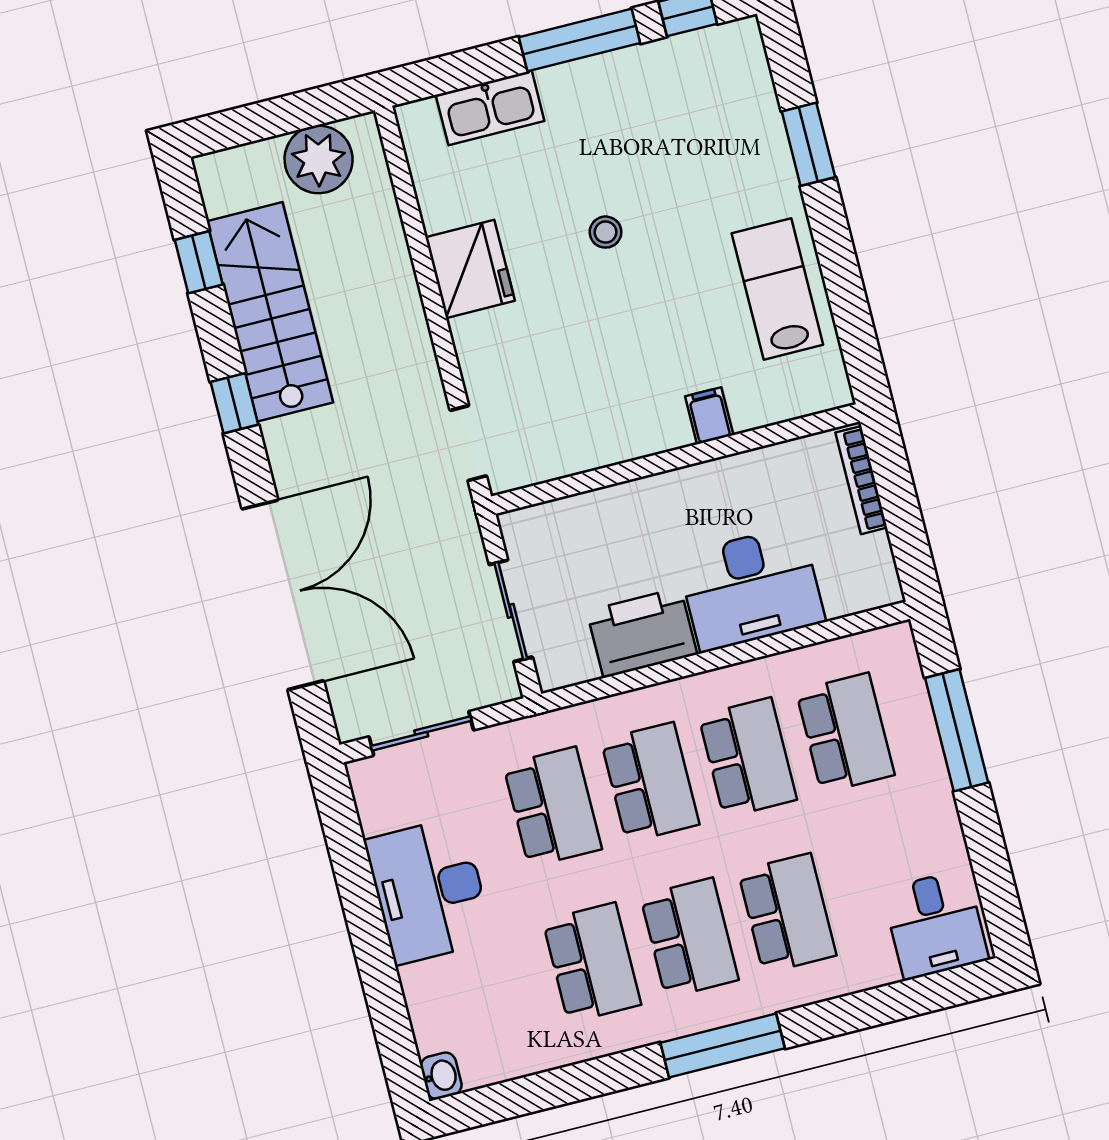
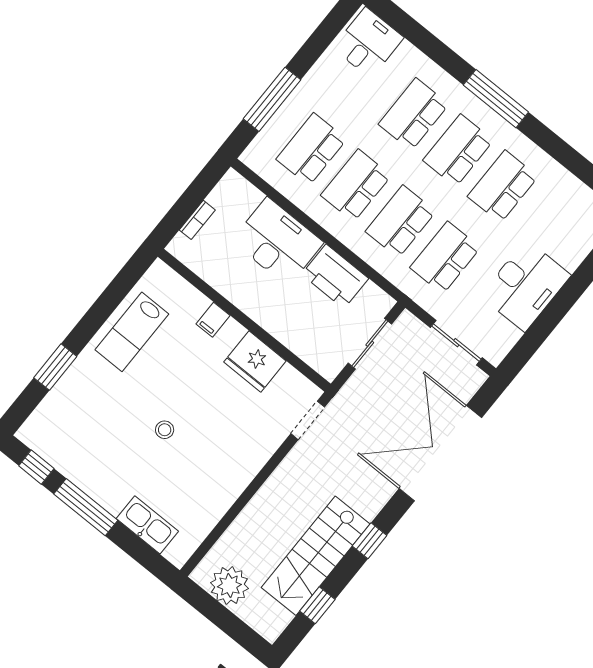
fridge: (470, 269) -> (255, 362), moved, turned -90
bookcase: (861, 480) -> (197, 220), width x0.64

